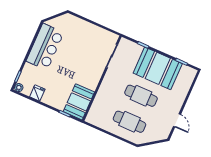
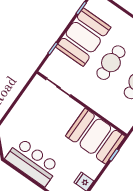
booth: (79, 102) -> (95, 136), width x1.36, depth x1.42

